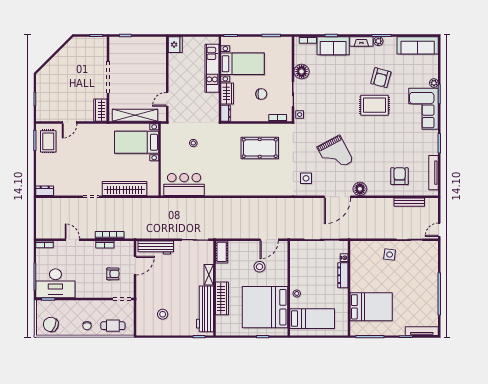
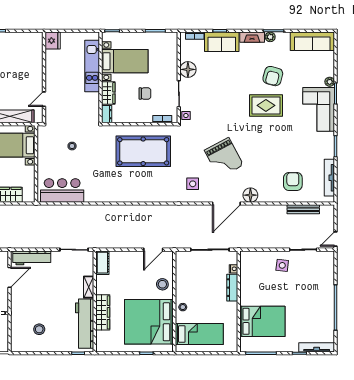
pool table: (260, 148) -> (143, 151), width x1.36, depth x1.32
stool: (259, 267) -> (162, 284), moved

